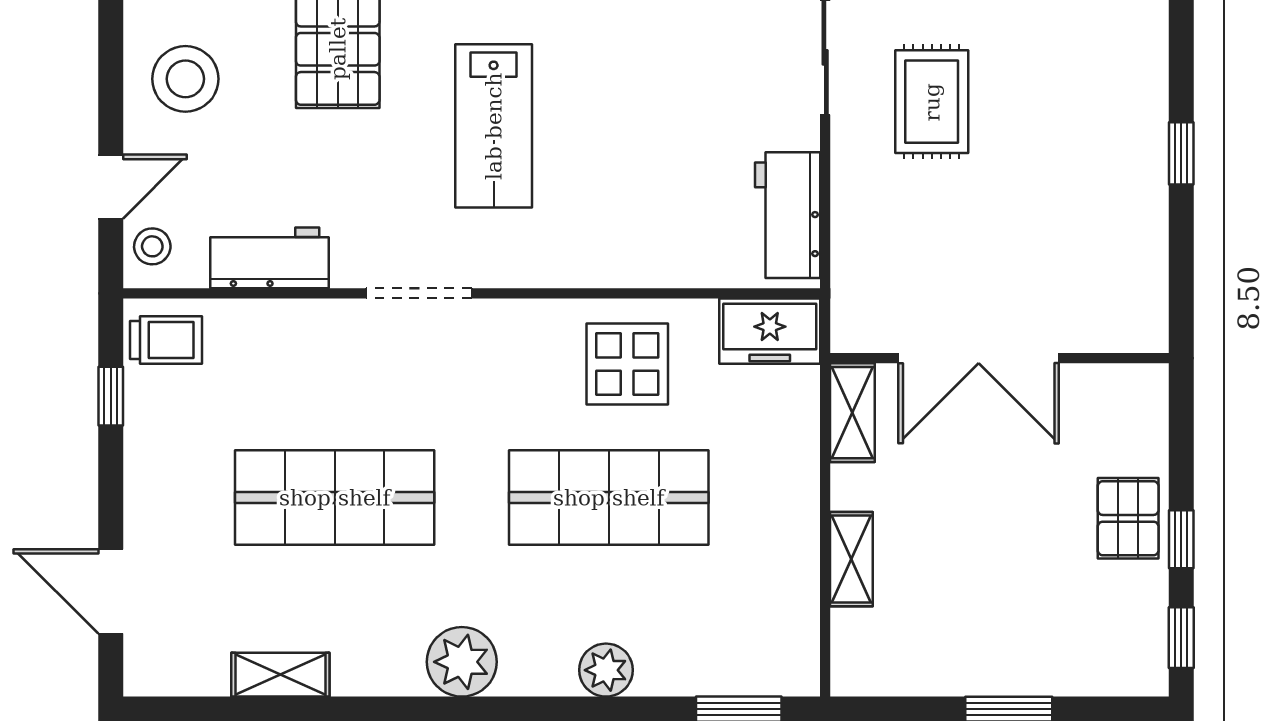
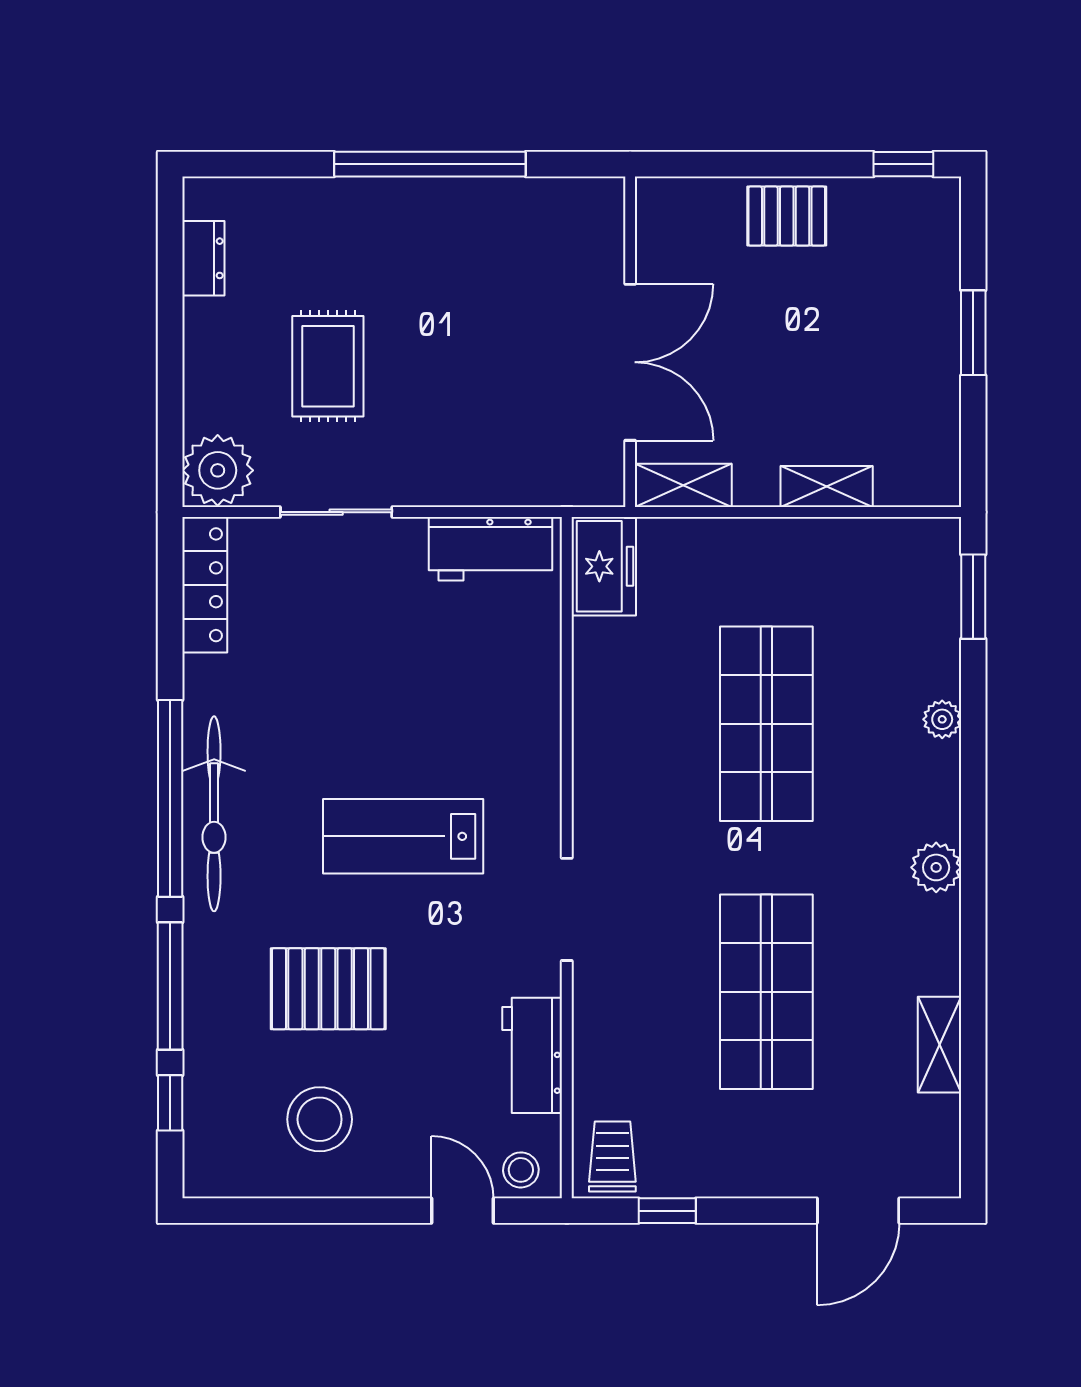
stool: (185, 79) -> (320, 1119), moved
rug: (932, 102) -> (328, 366), moved, turned 90
lab bench: (494, 126) -> (403, 836), turned 180
window: (1181, 153) -> (430, 164), width x3.17
display table: (627, 364) -> (636, 706), removed
window: (1181, 539) -> (807, 164), removed
plant: (462, 662) -> (936, 867), width x0.73, depth x0.73
plant: (606, 670) -> (942, 719), width x0.73, depth x0.73

